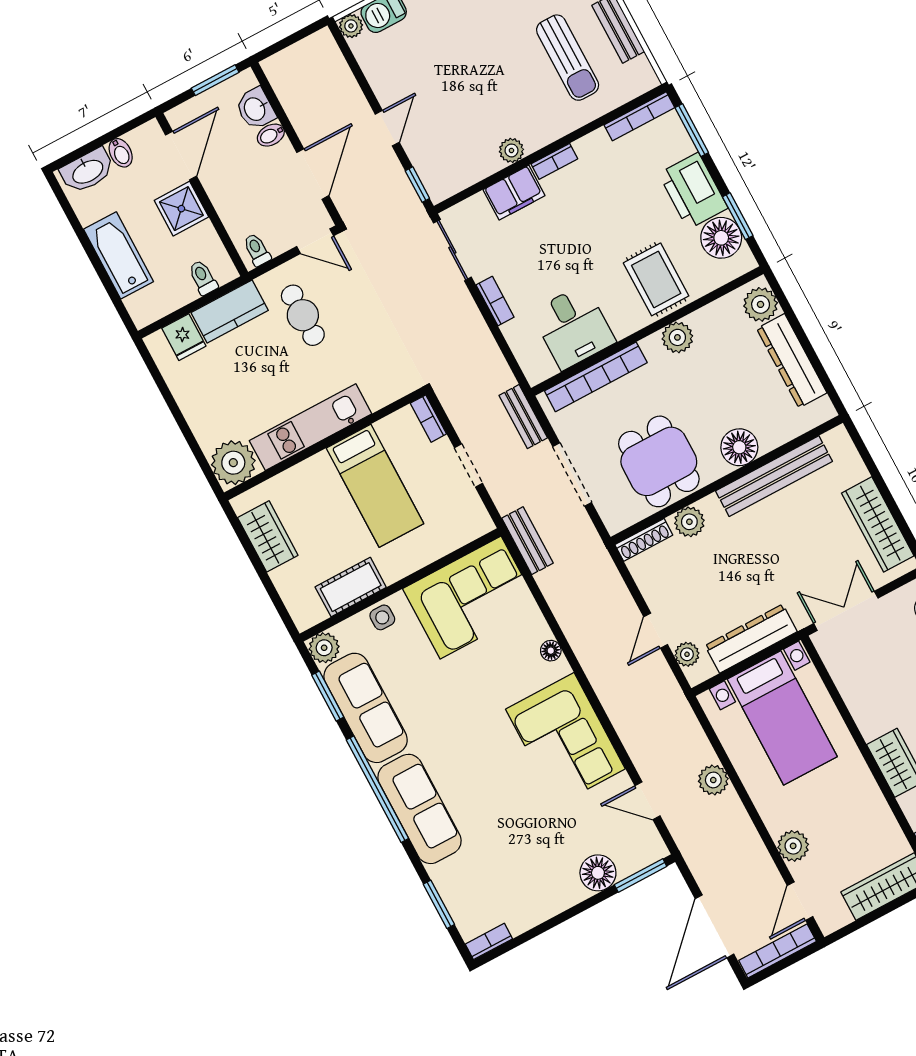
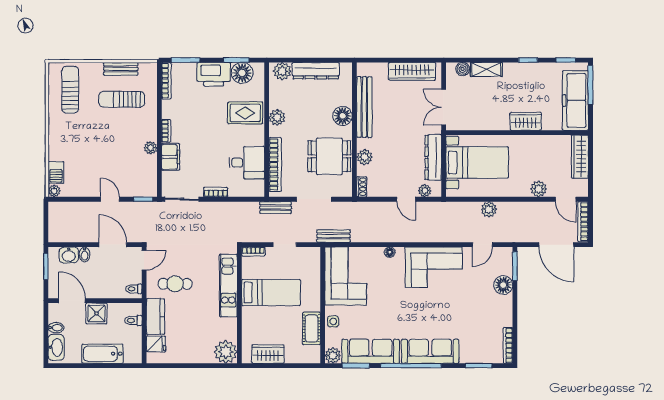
sun lounger: (568, 58) -> (122, 99), turned 180
kitchen unit: (311, 427) -> (228, 286), moved
shoe rack: (644, 540) -> (362, 187), width x0.70
bookcase: (489, 941) -> (508, 345), width x1.56

